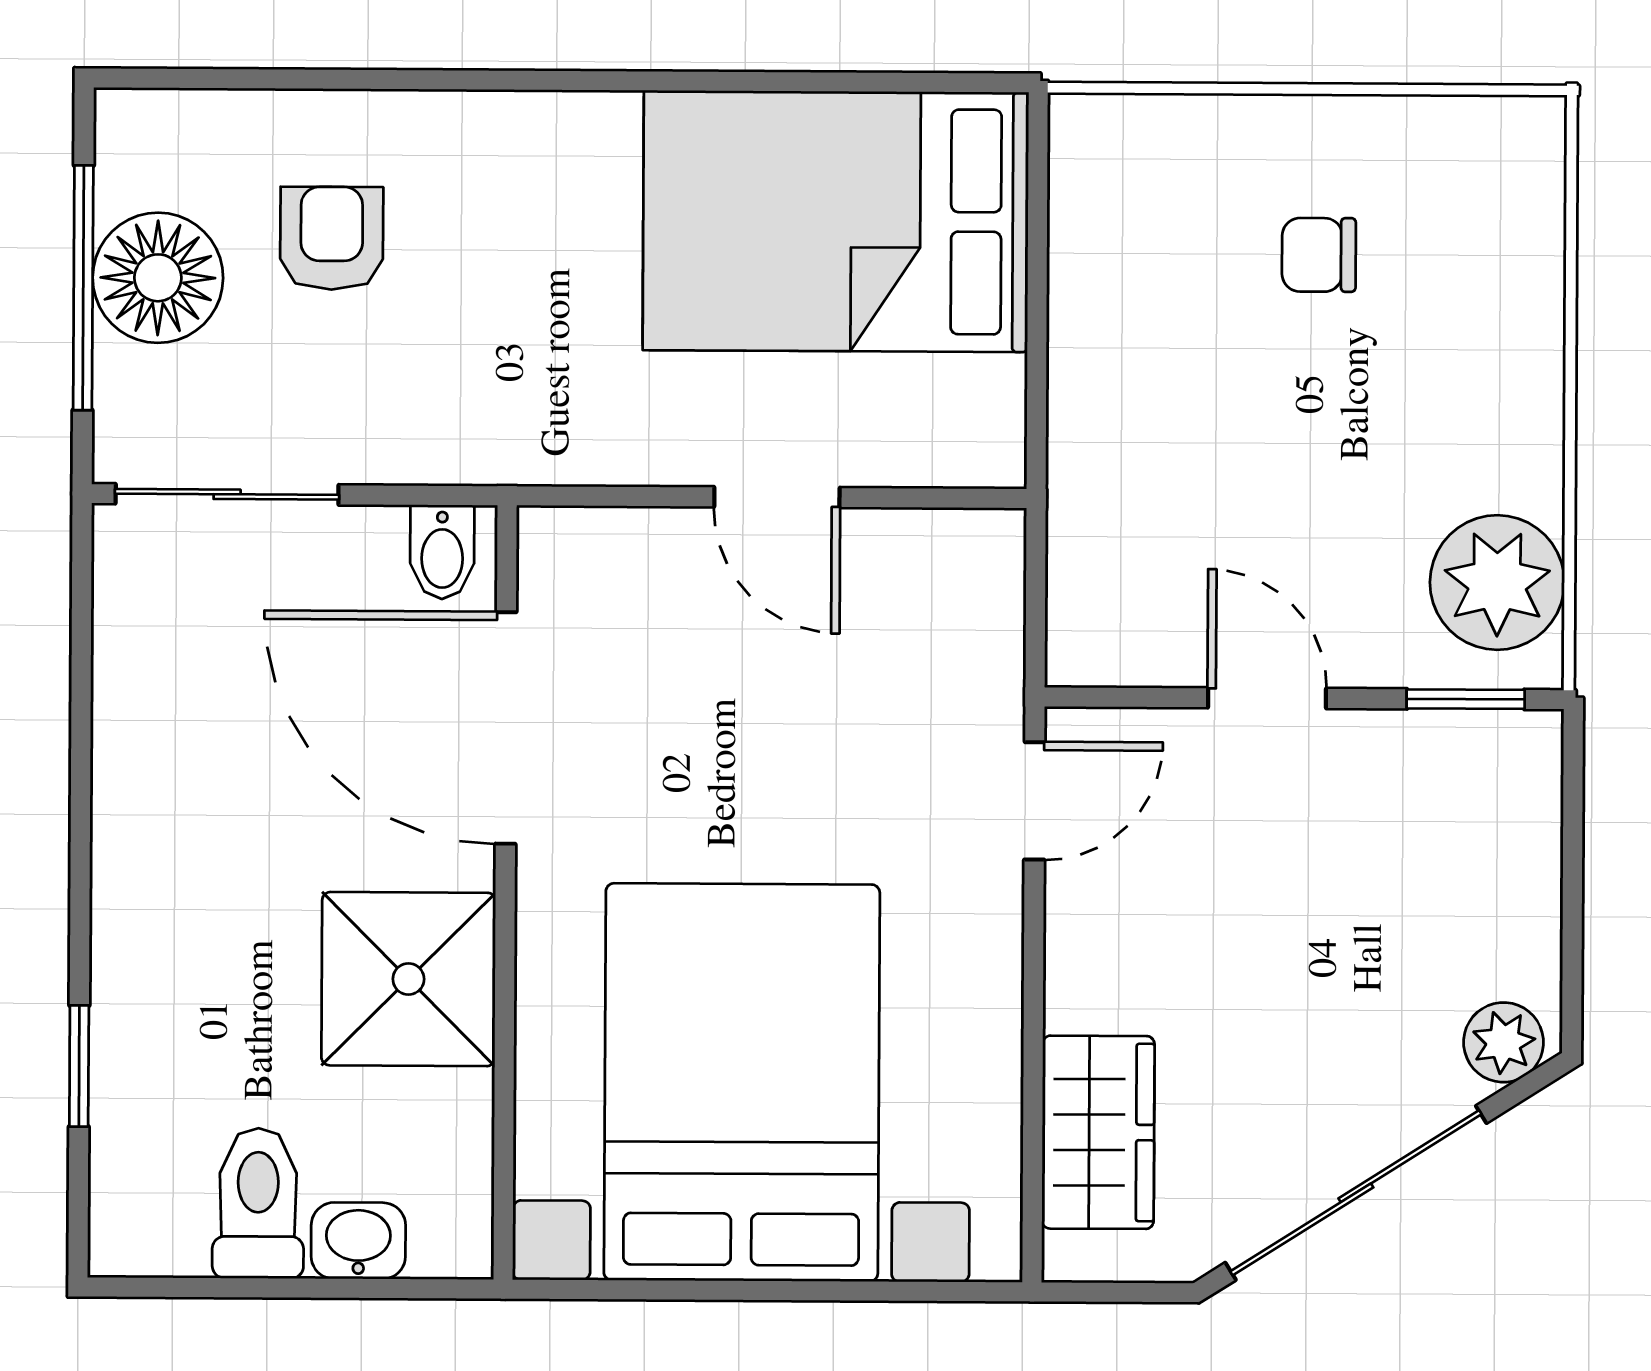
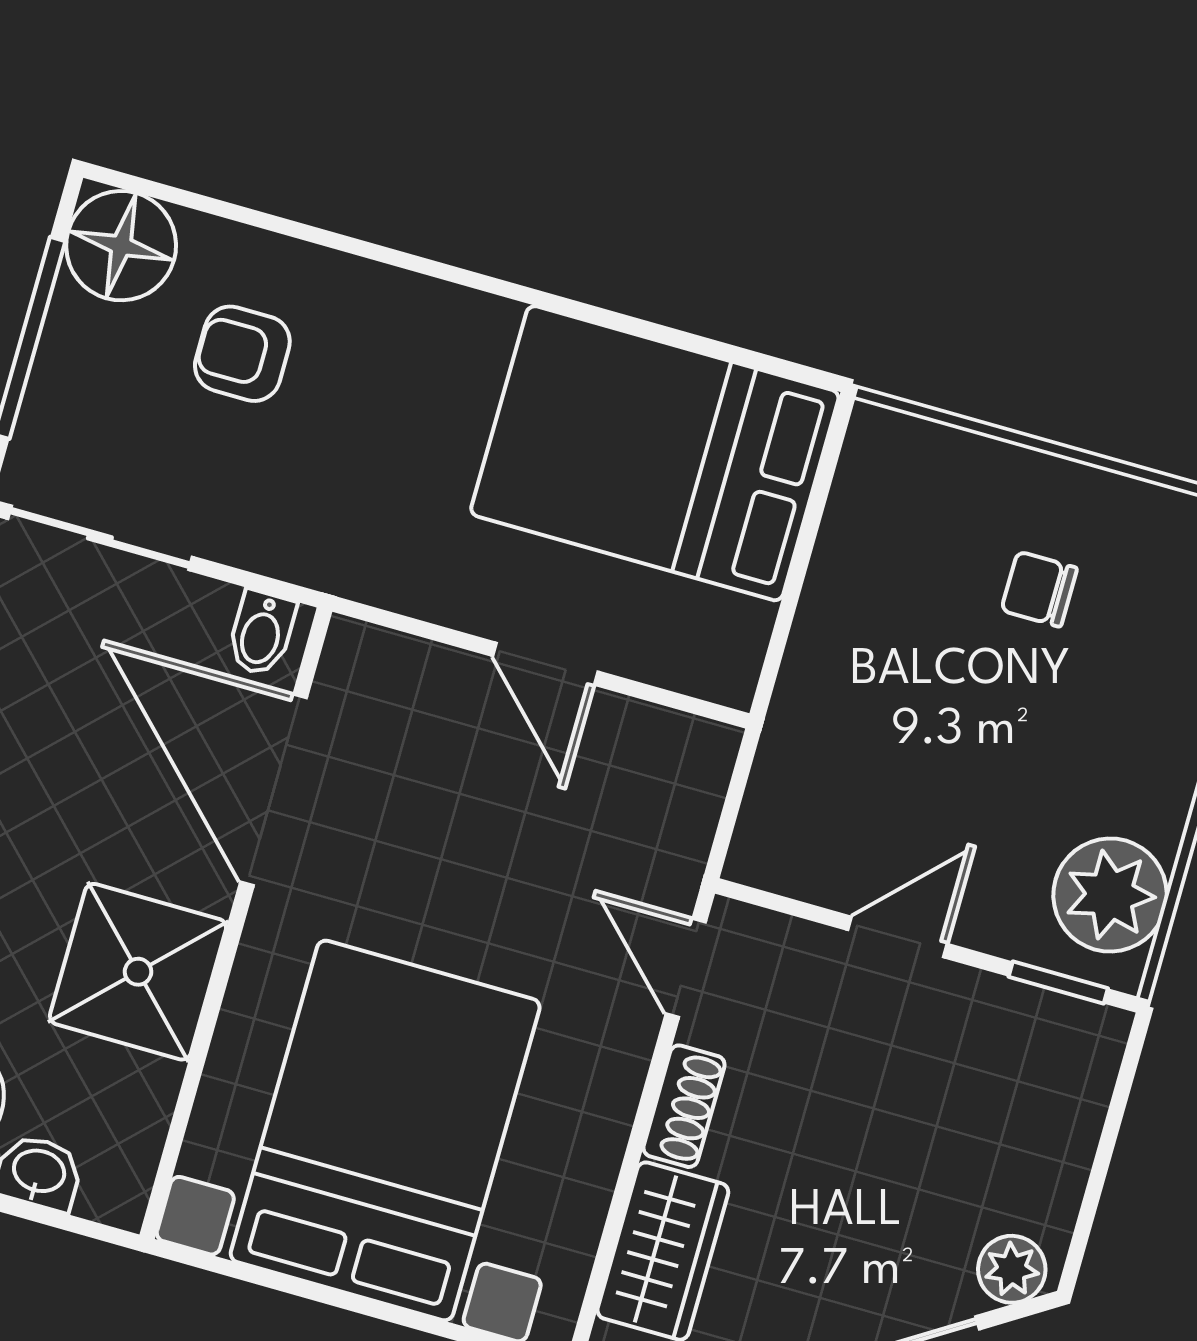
armchair: (332, 238) -> (242, 354), turned -90
floor lamp: (158, 278) -> (121, 246), moved
door: (1267, 698) -> (897, 937), hinge flipped
door: (1034, 801) -> (686, 968), swing flipped
shoe rack: (1076, 960) -> (684, 1106), added

